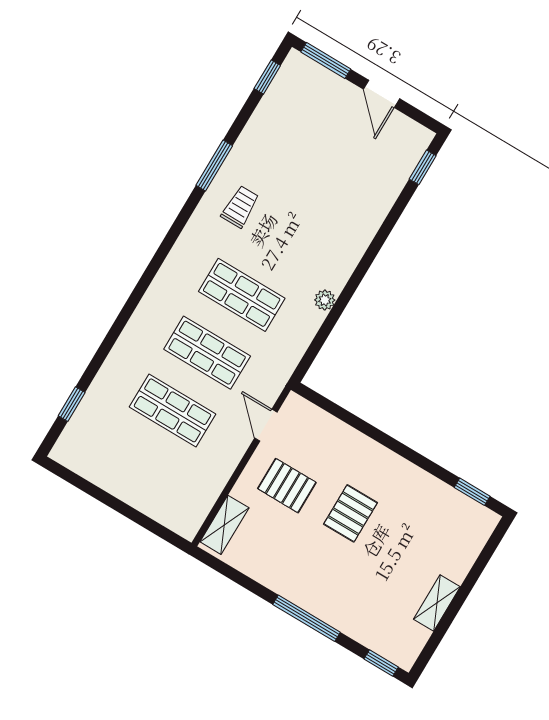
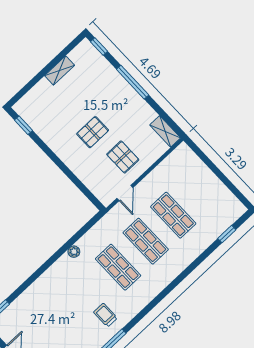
trolley: (240, 207) -> (105, 315), turned 90
shelving: (224, 525) -> (165, 131), moved, turned 90

